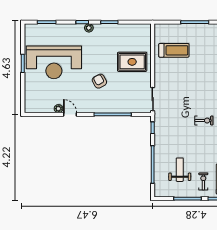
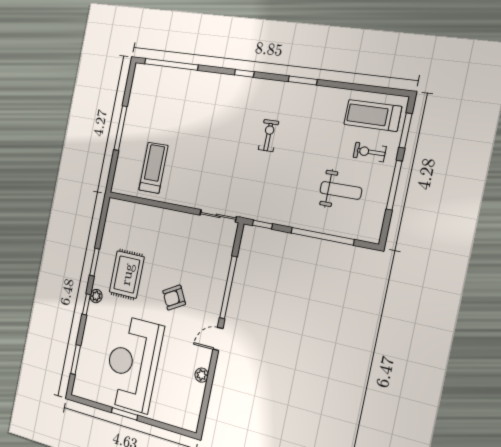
reception desk: (54, 62) -> (133, 364), turned 180
rug: (132, 62) -> (127, 274), moved
door: (70, 114) -> (218, 339), moved
weight bench: (180, 170) -> (341, 190), turned 180

